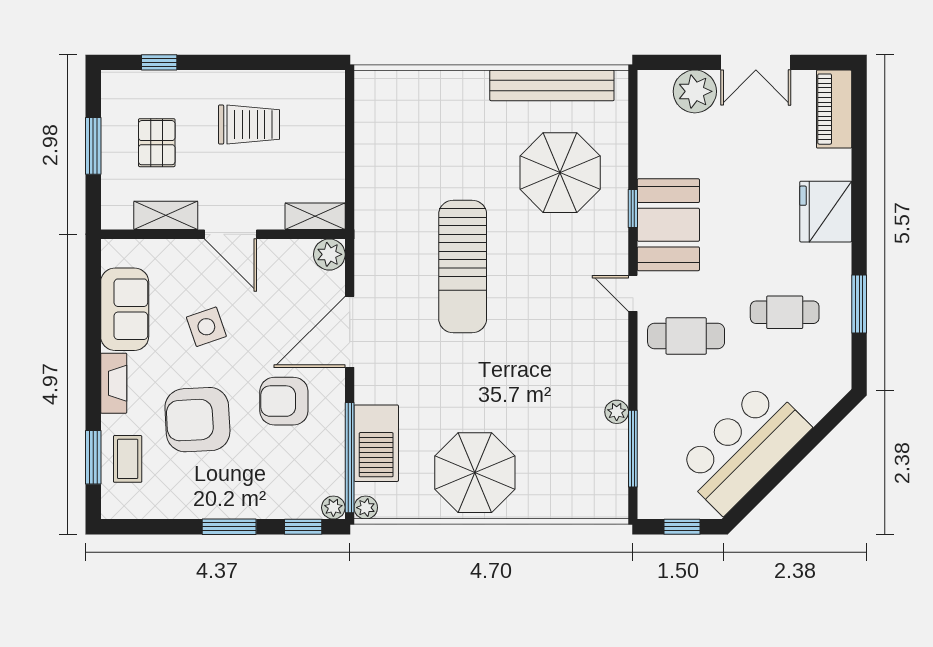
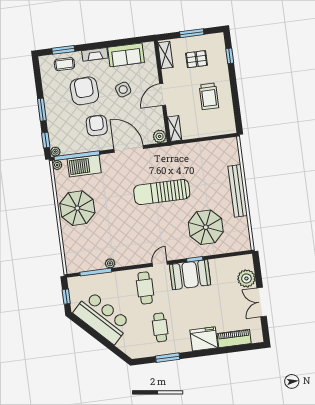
bench: (552, 85) -> (238, 191), moved
piano: (834, 109) -> (234, 338), moved
shelving: (166, 215) -> (165, 55), moved

